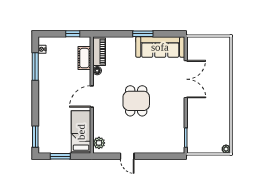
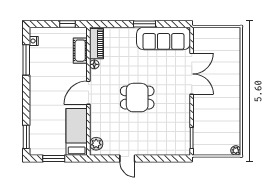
dining table: (136, 101) -> (137, 98), turned 90

